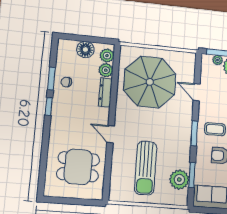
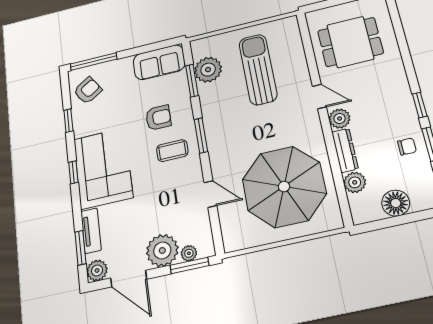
plant: (107, 56) -> (340, 119), moved

